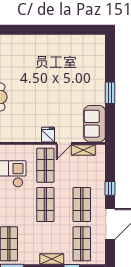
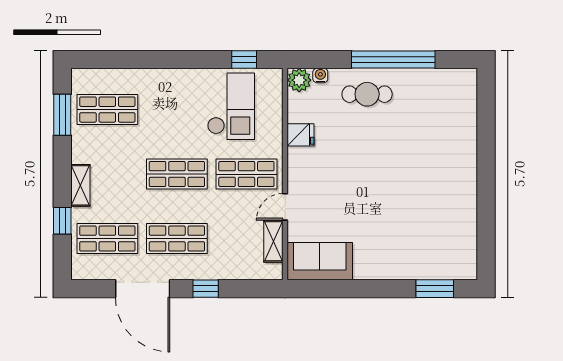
window: (110, 93) -> (435, 289), moved
fridge: (48, 135) -> (301, 135), moved
door: (64, 143) -> (285, 207), hinge flipped

